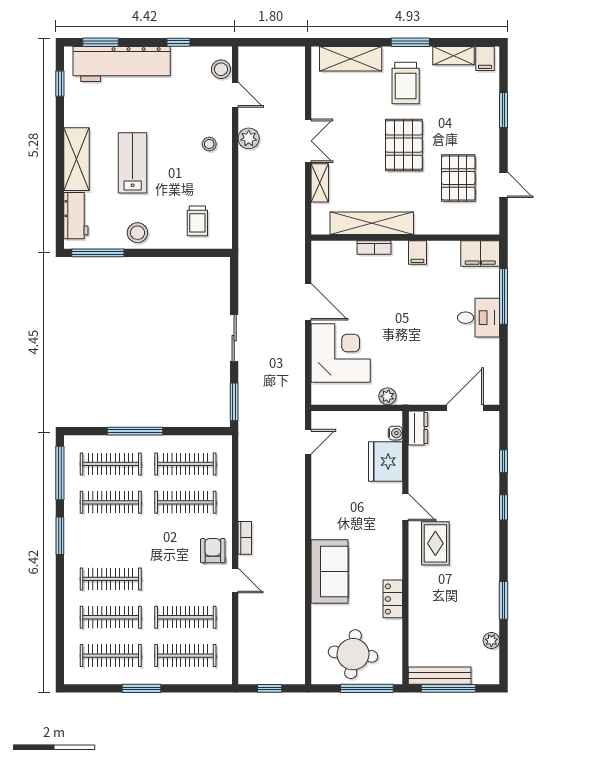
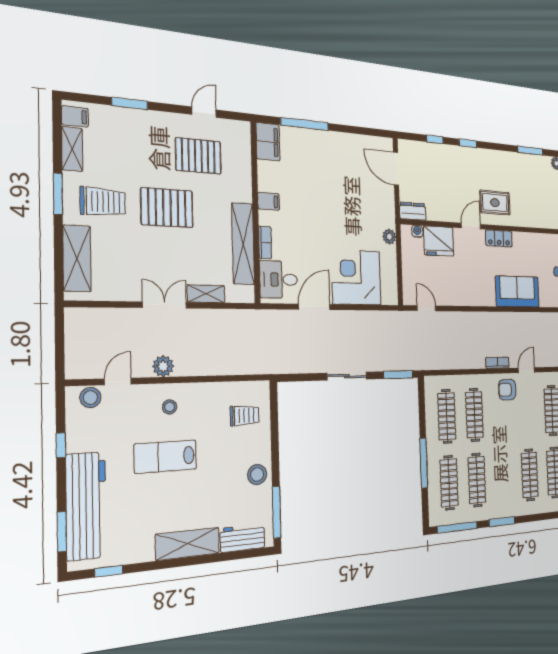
lab bench: (133, 163) -> (166, 457), moved
desk: (479, 318) -> (279, 280), moved, turned -90
locker: (393, 599) -> (499, 238), moved

